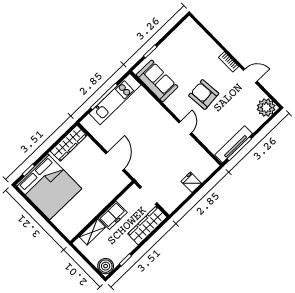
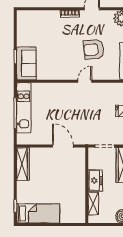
sofa: (157, 81) -> (26, 63), moved, turned 90
armchair: (204, 94) -> (94, 49), moved
door: (185, 128) -> (85, 81), hinge flipped
bed: (49, 187) -> (38, 213), width x0.49

